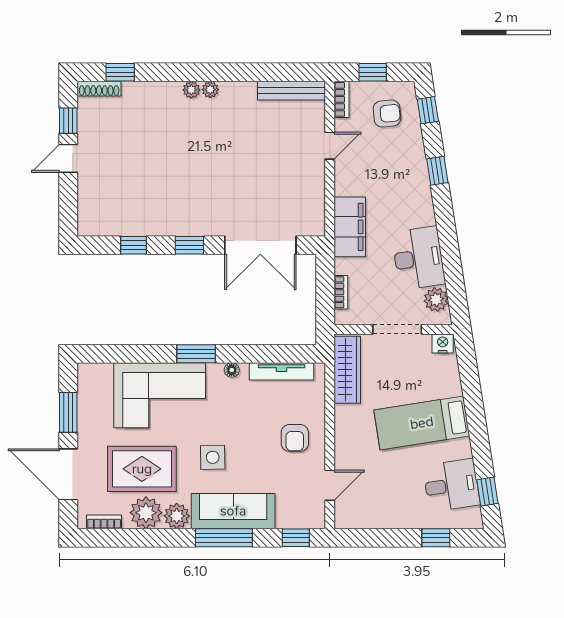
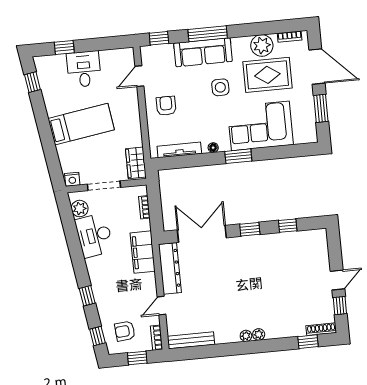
dresser: (312, 199) -> (170, 268), added
wardrobe: (347, 370) -> (136, 163), width x0.67
desk: (451, 485) -> (84, 69), moved, turned 99
plant: (177, 516) -> (241, 45), removed

